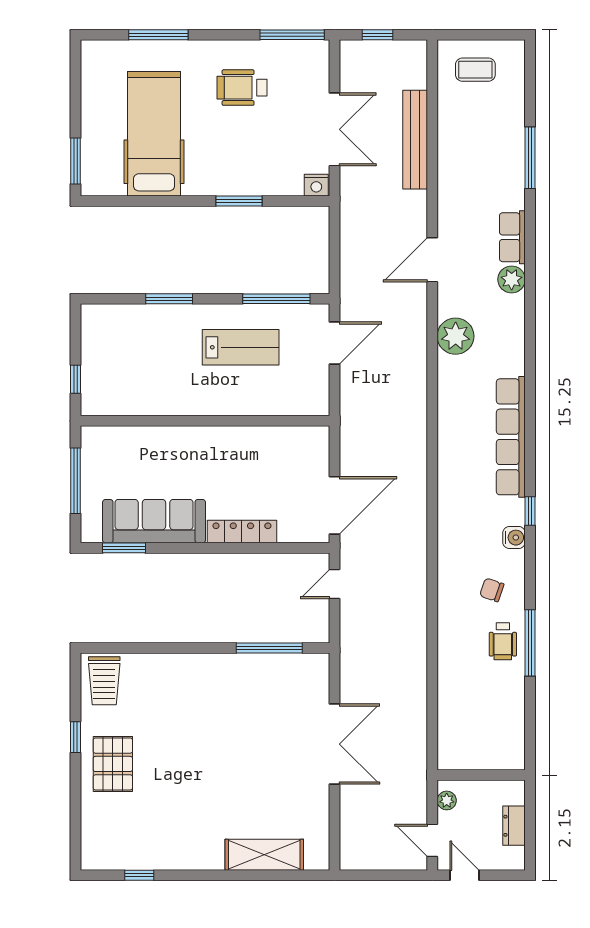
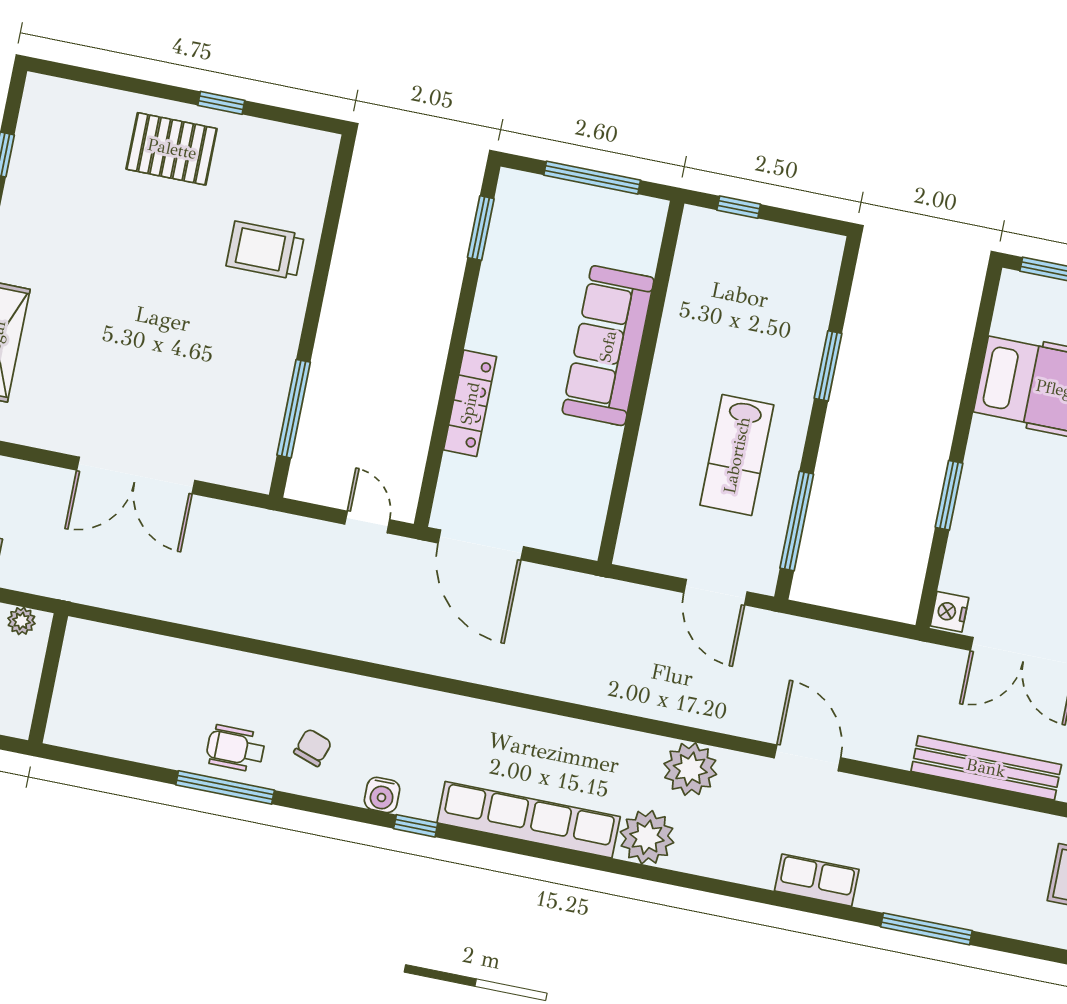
plant: (512, 279) -> (647, 837), moved, width x1.36, depth x1.36
sofa: (154, 521) -> (608, 346), moved, turned 180
trolley: (104, 681) -> (265, 250), moved

